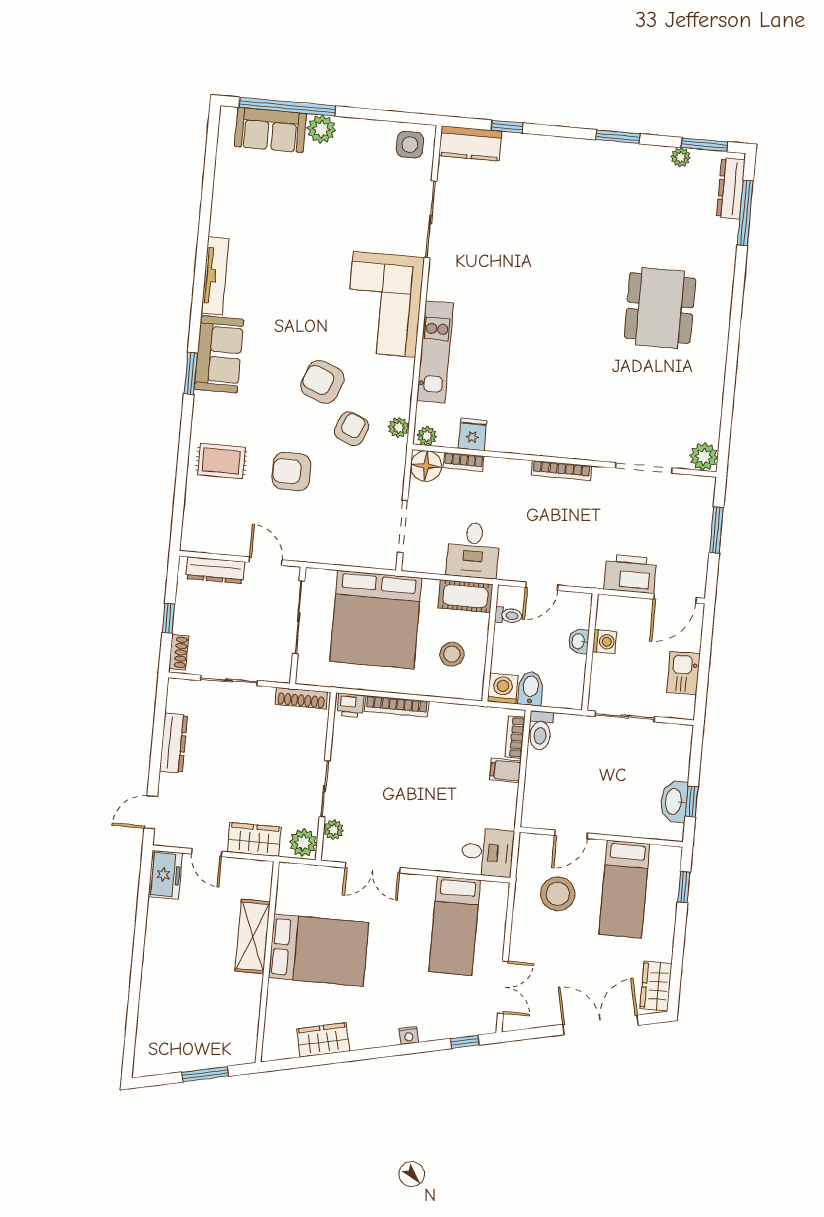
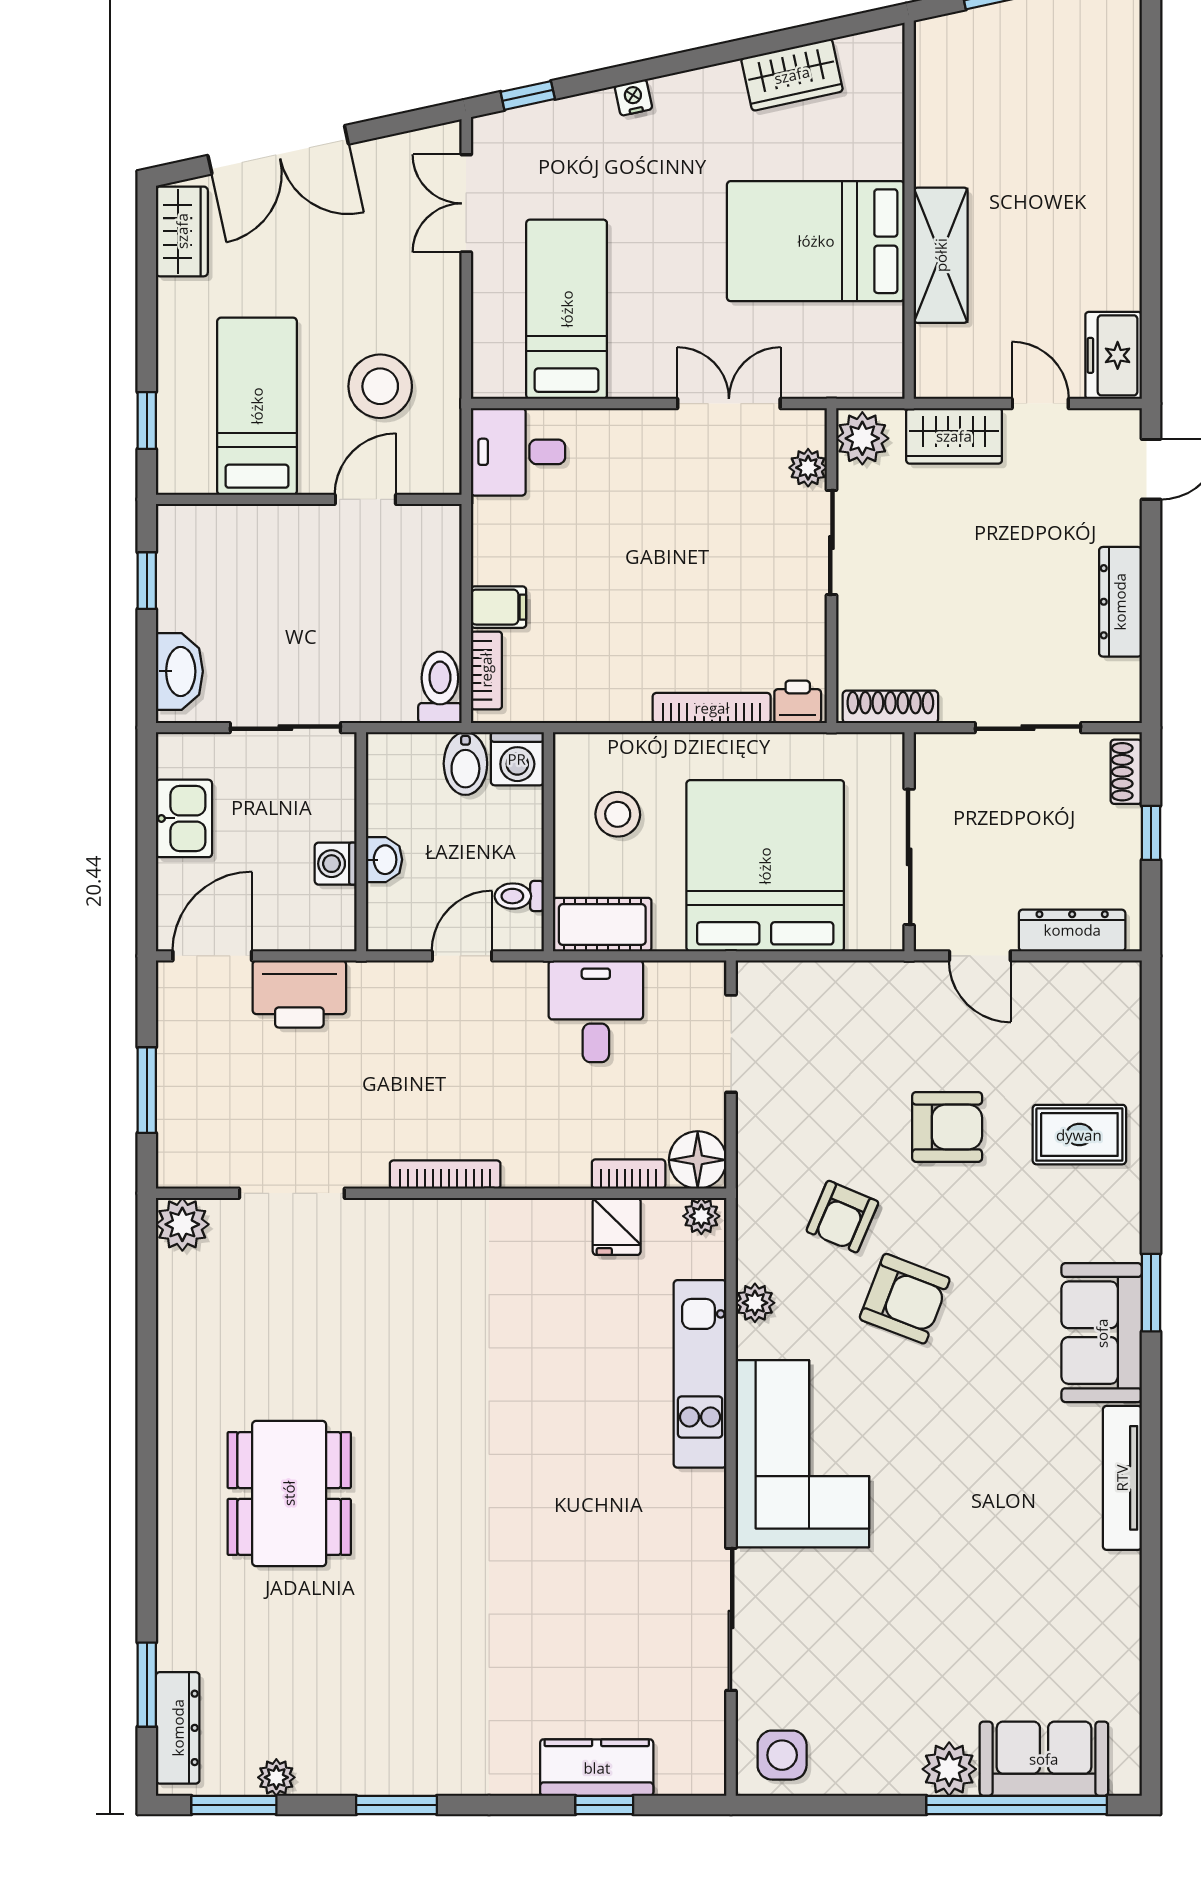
kitchen counter: (470, 143) -> (597, 1768), moved
window: (745, 213) -> (147, 1685), width x0.69
plant: (399, 427) -> (755, 1303), moved
washbasin: (674, 802) -> (179, 671), moved

